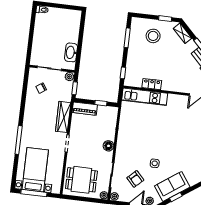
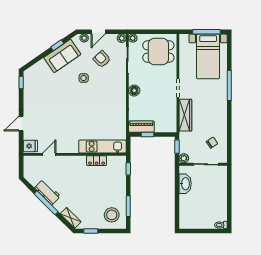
stool: (153, 36) -> (112, 215), moved
piano: (85, 109) -> (141, 127), moved

